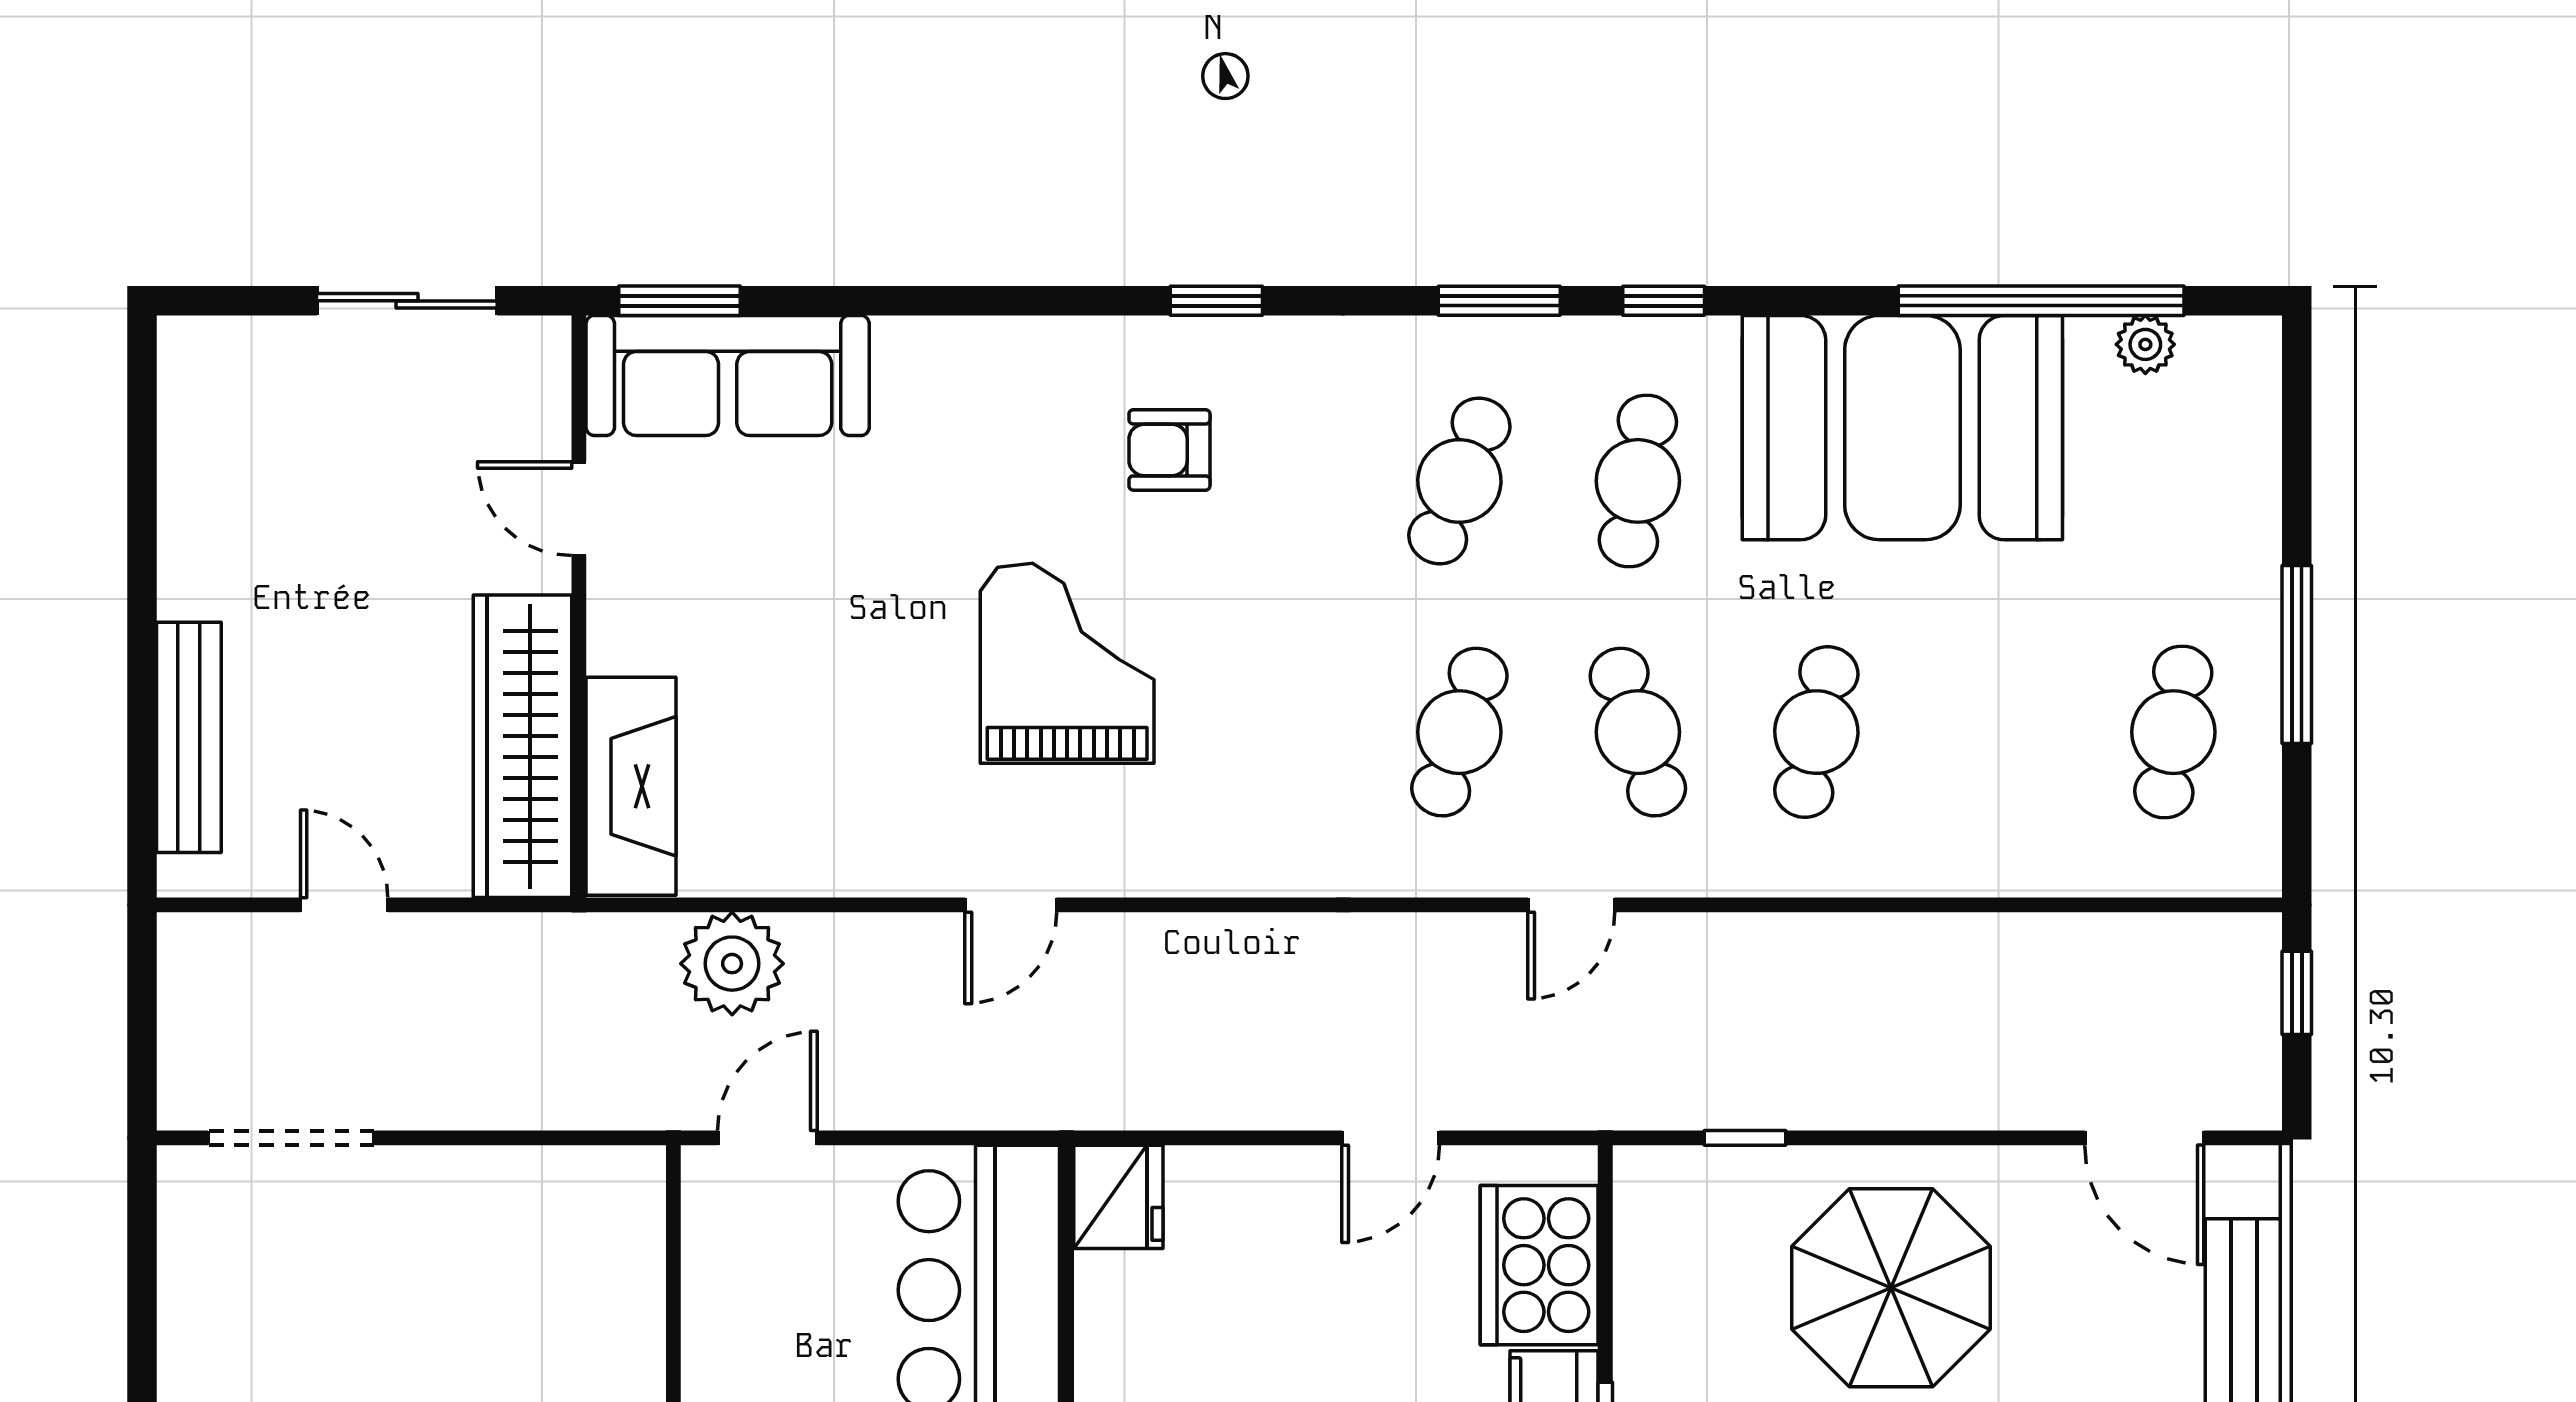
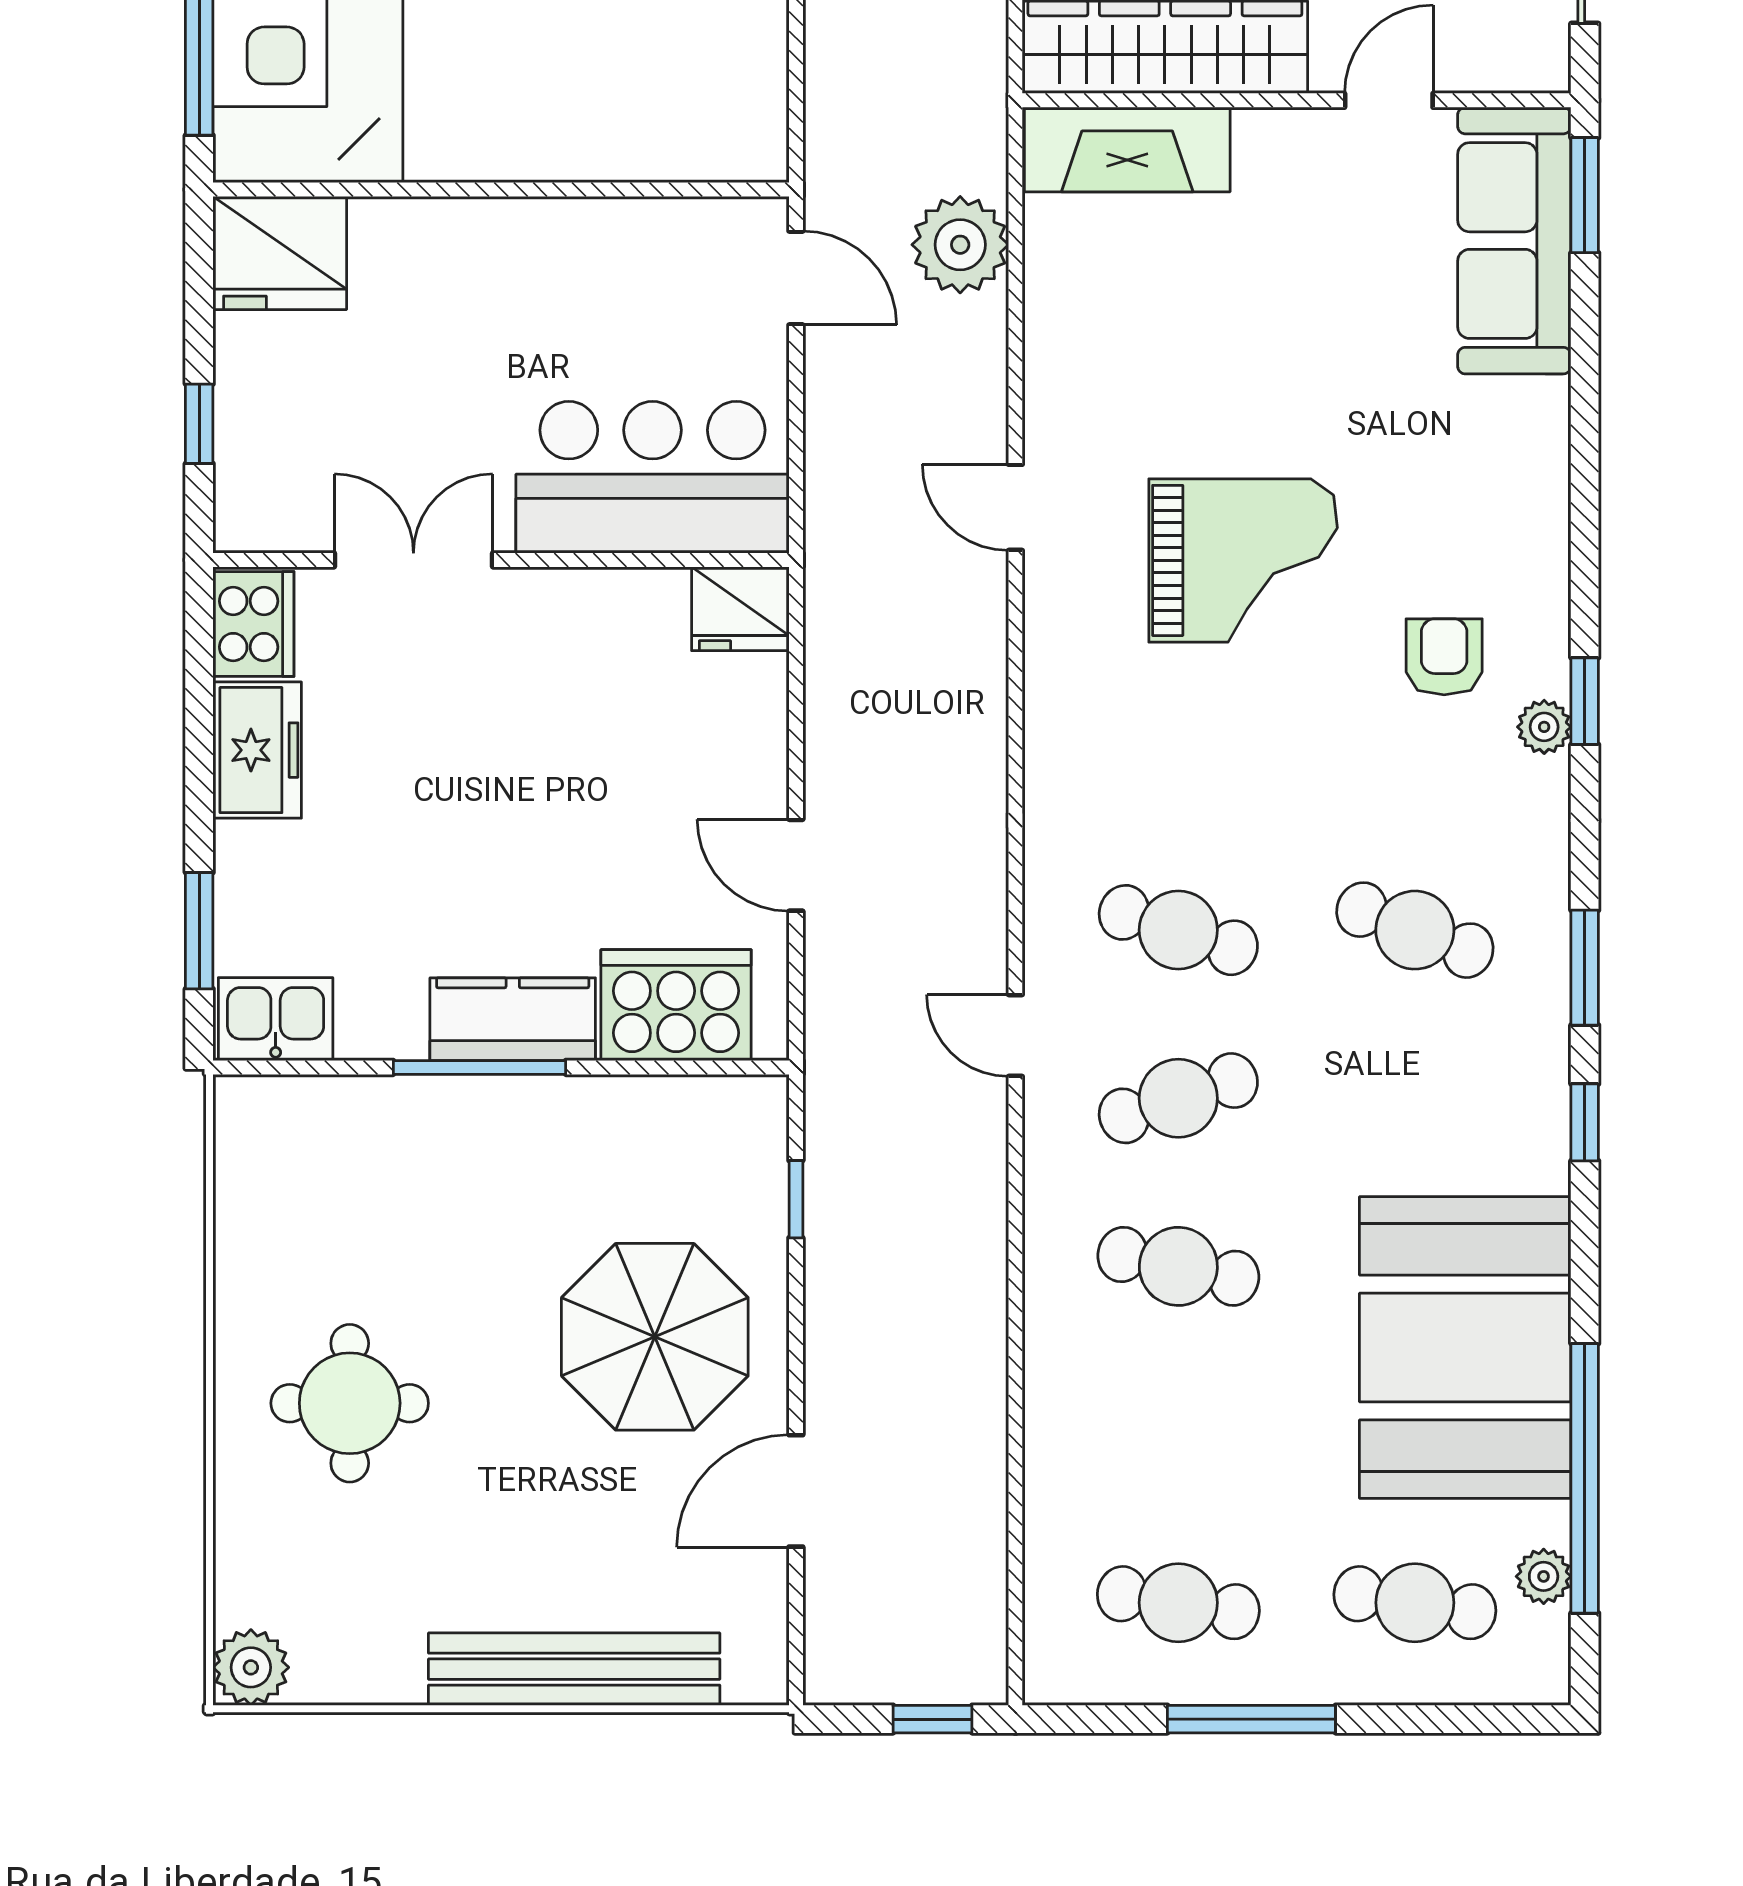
plant: (1244, 344) -> (1544, 727), added
cafe table: (1638, 481) -> (1415, 1603), moved
door: (2144, 1138) -> (796, 1491), moved

